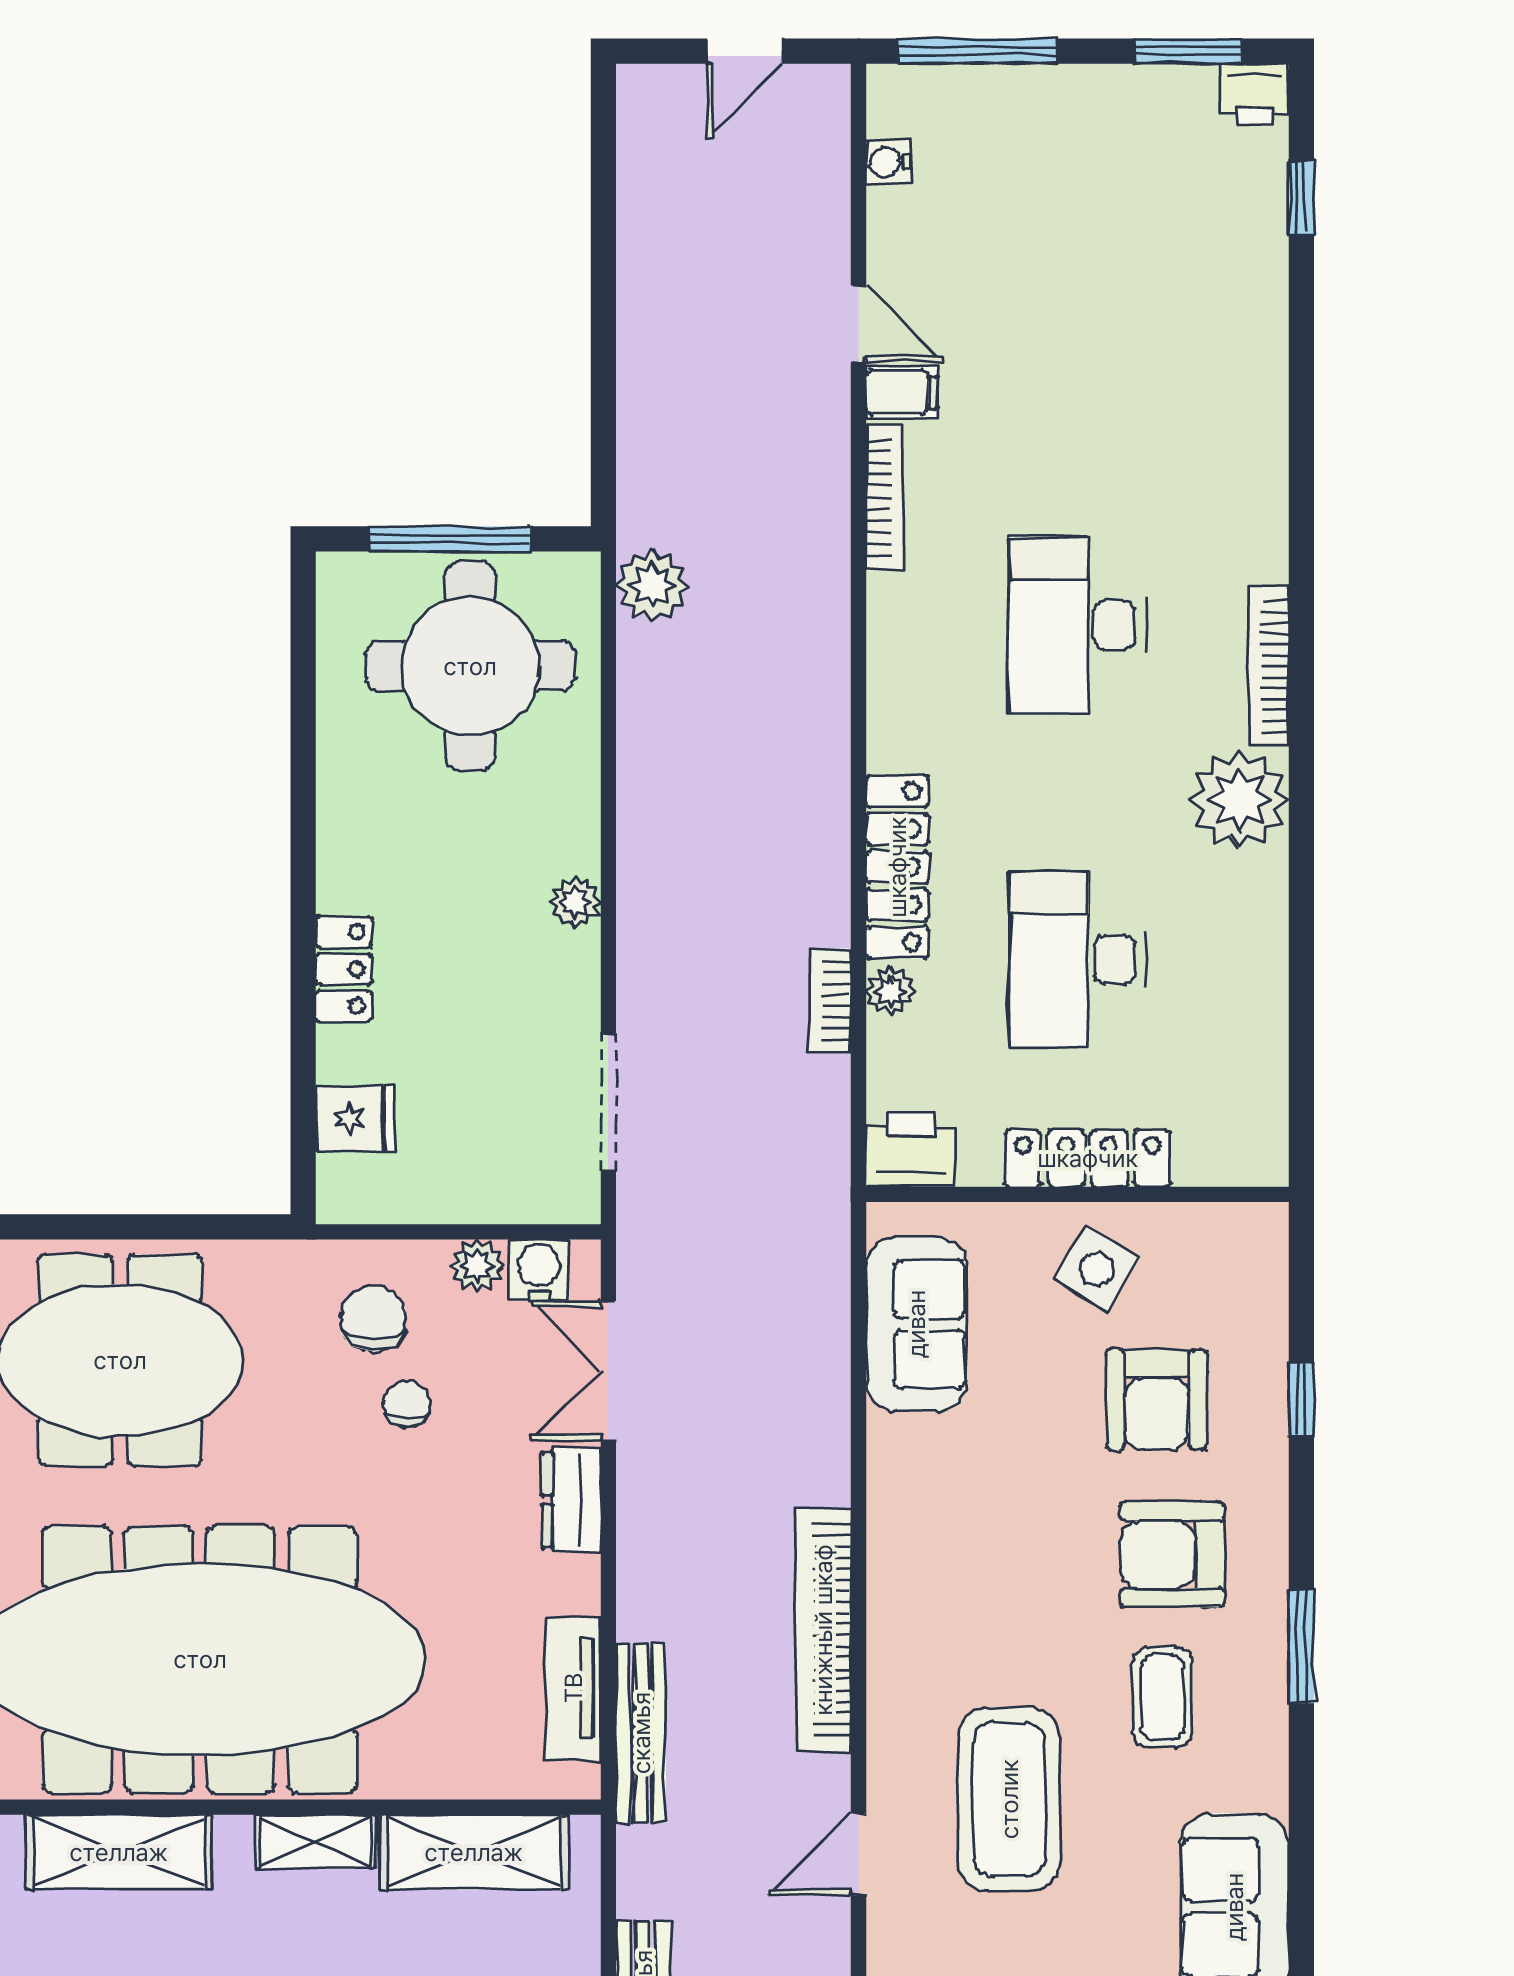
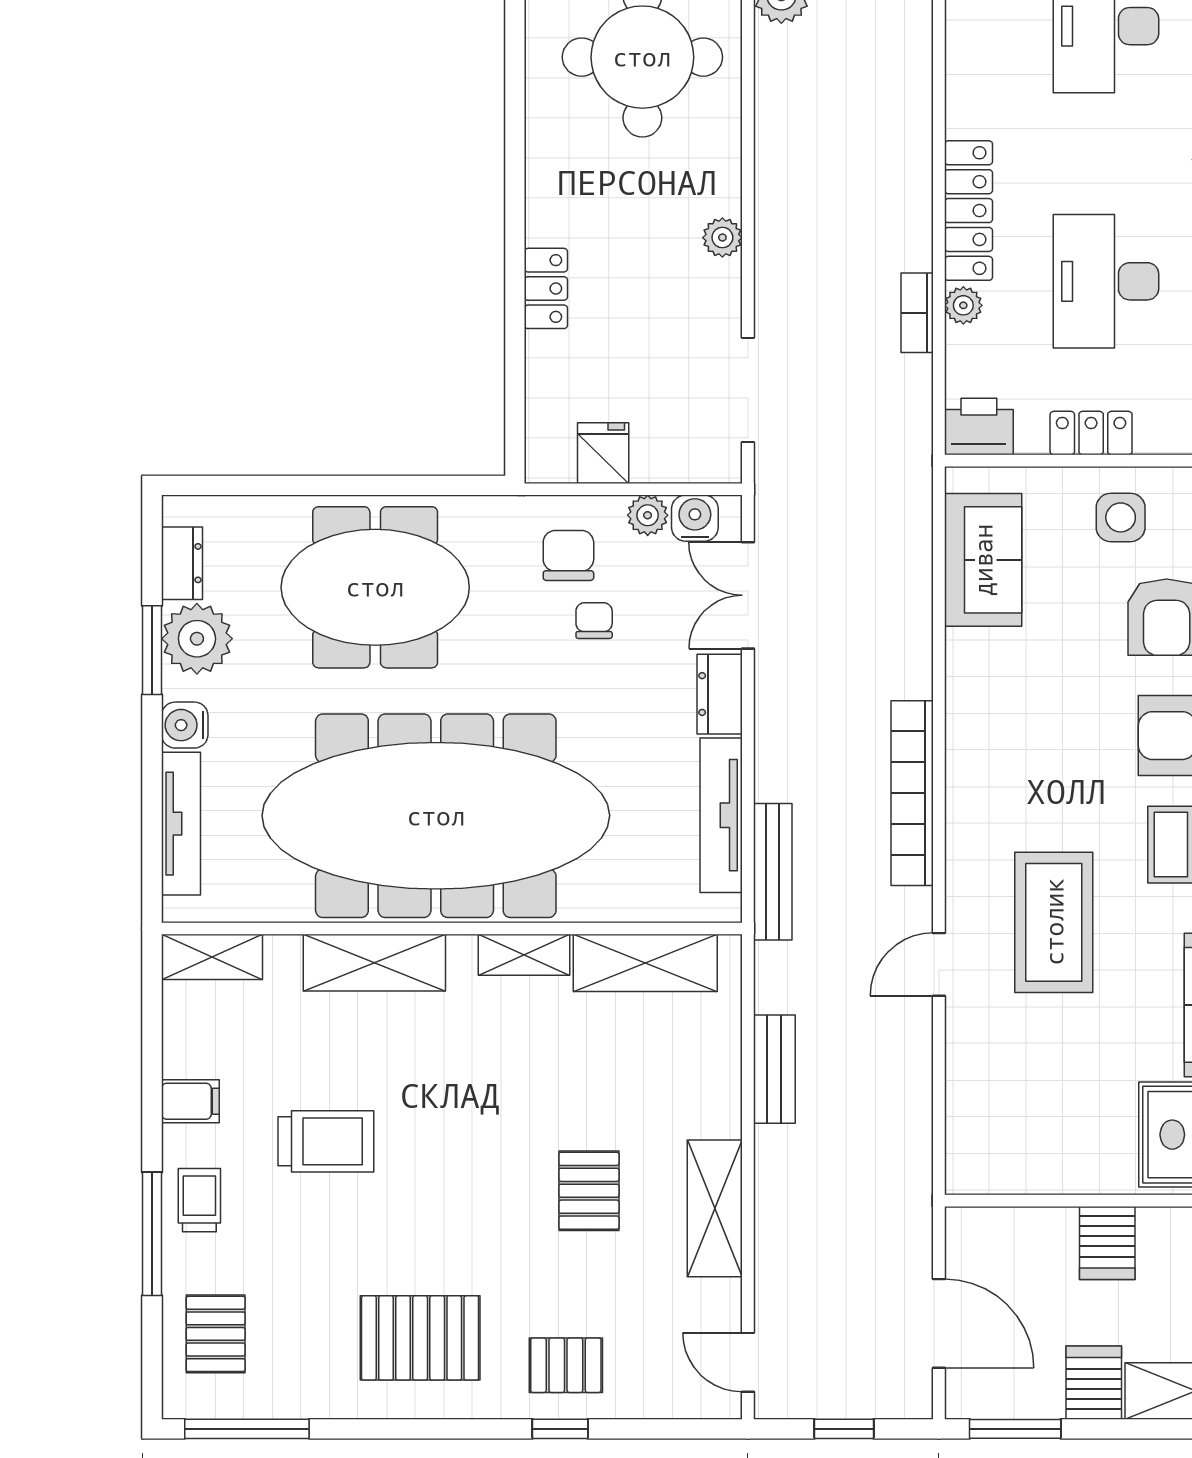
fridge: (355, 1119) -> (603, 453), moved, turned -90
locker: (1088, 1158) -> (1091, 433), width x0.66
side table: (1097, 1269) -> (1121, 517), turned -31
tv unit: (573, 1688) -> (721, 815), width x1.41

